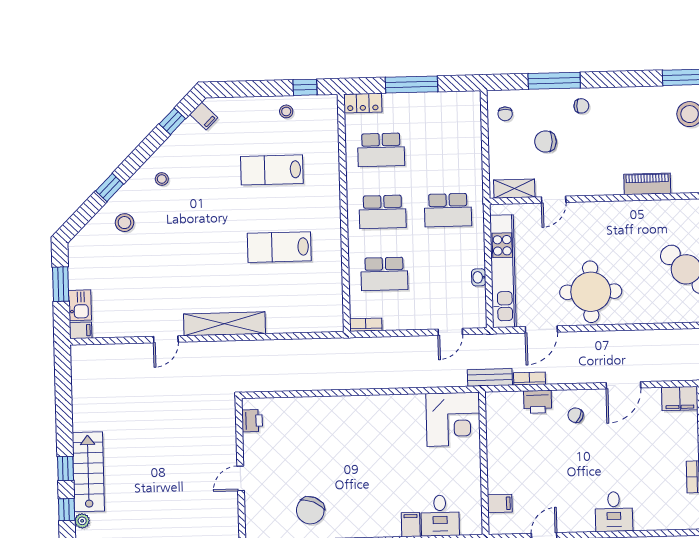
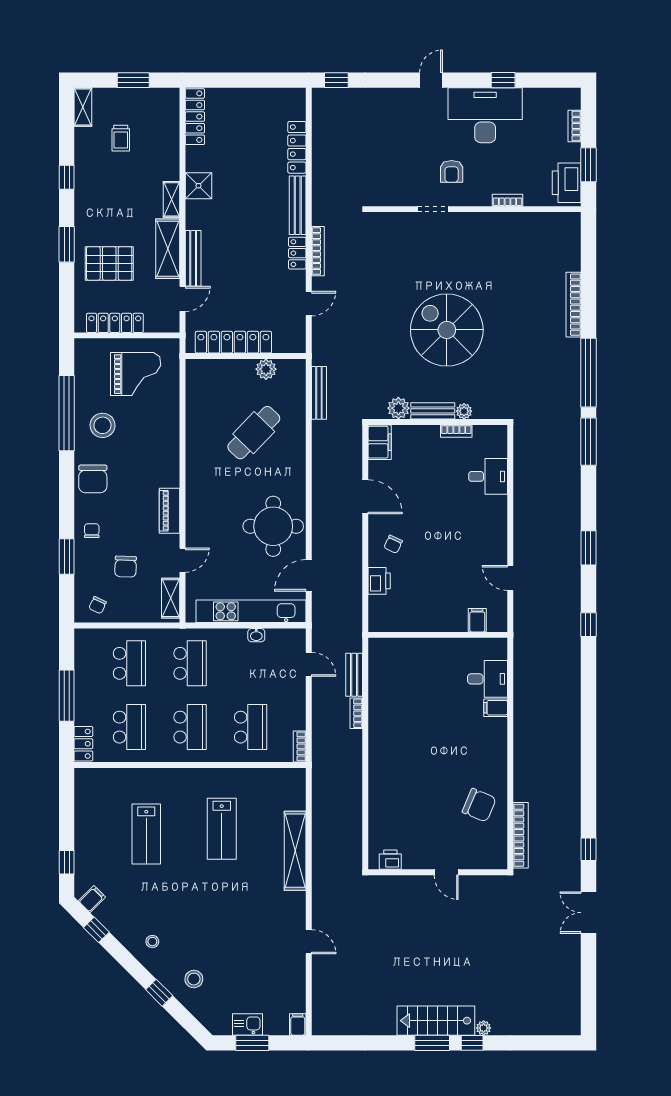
window: (554, 81) -> (67, 556), width x0.69
window: (305, 87) -> (67, 862), moved
chair: (634, 106) -> (93, 479), added
stool: (286, 111) -> (90, 819), removed
chair: (505, 114) -> (98, 605), turned 115
school desk: (446, 148) -> (129, 663), added
piano: (647, 184) -> (170, 511), moved
door: (554, 200) -> (182, 560), hinge flipped
kitchen sink: (80, 305) -> (247, 1025), moved
shelving: (224, 324) -> (295, 851), moved
door: (541, 329) -> (309, 575), swing flipped
bench: (490, 377) -> (354, 675), moved
bookcase: (529, 379) -> (356, 713), moved
corner desk: (453, 419) -> (394, 664), removed
window: (65, 468) -> (432, 1043), width x1.50
desk: (614, 512) -> (488, 476), moved

